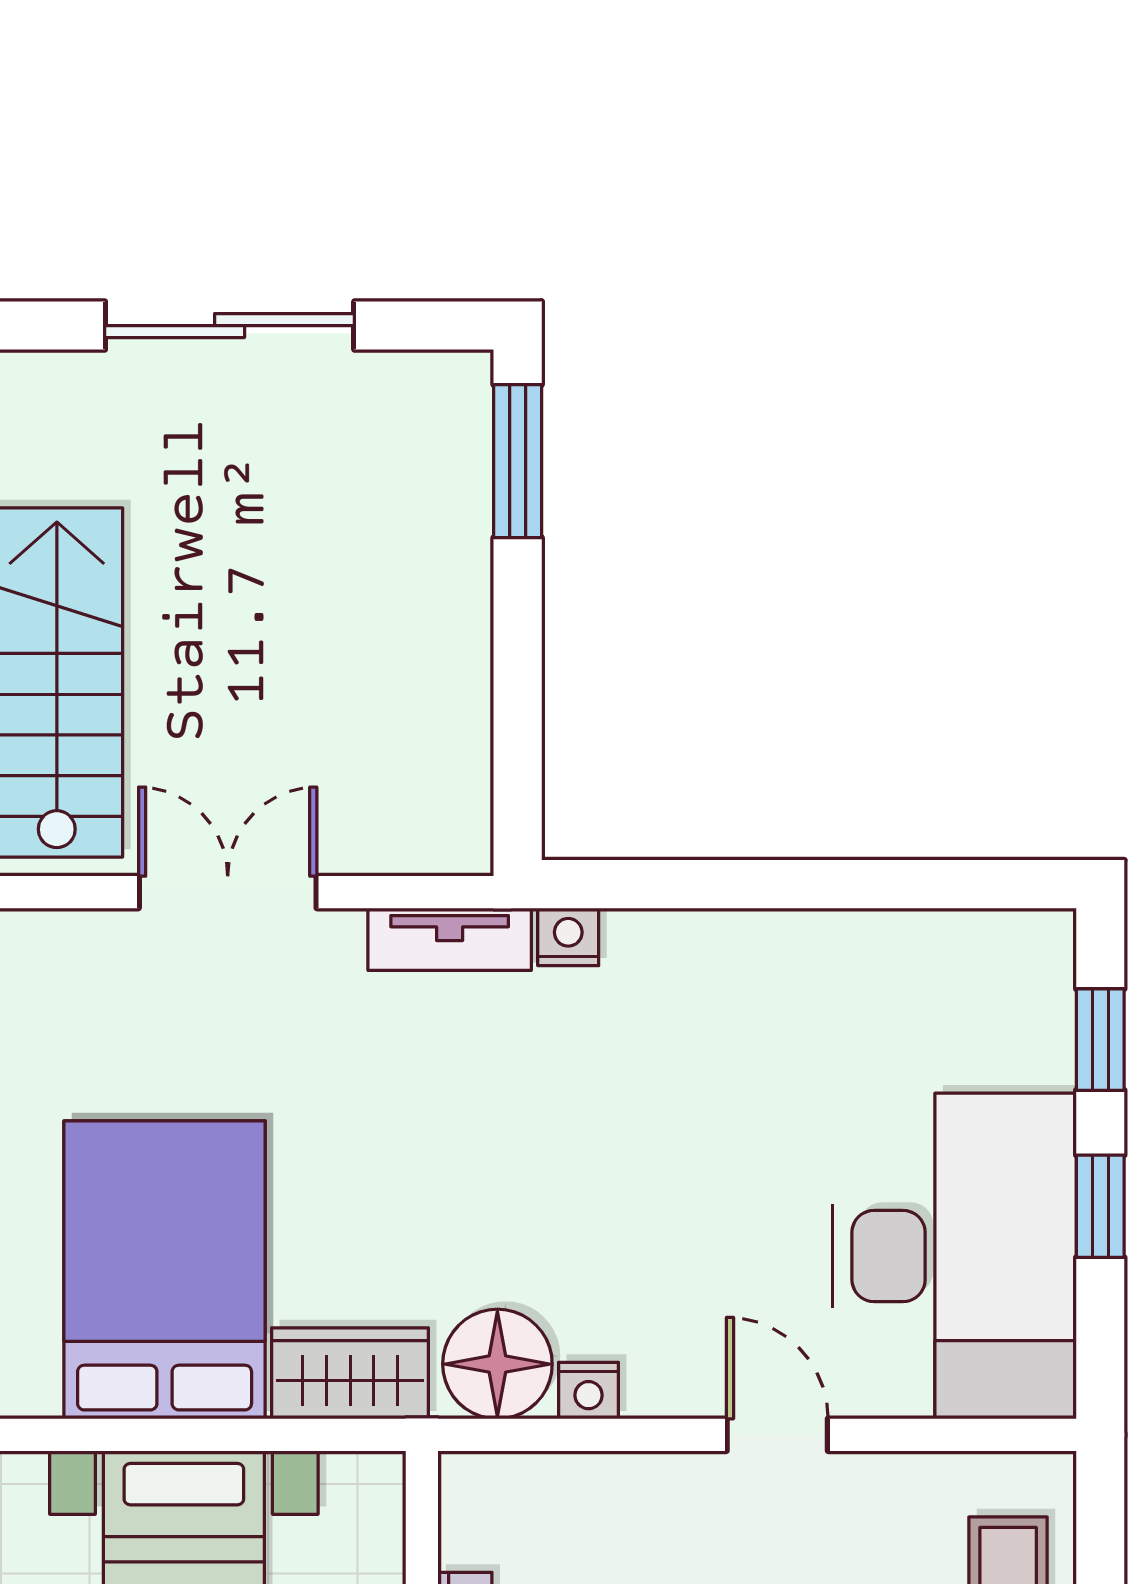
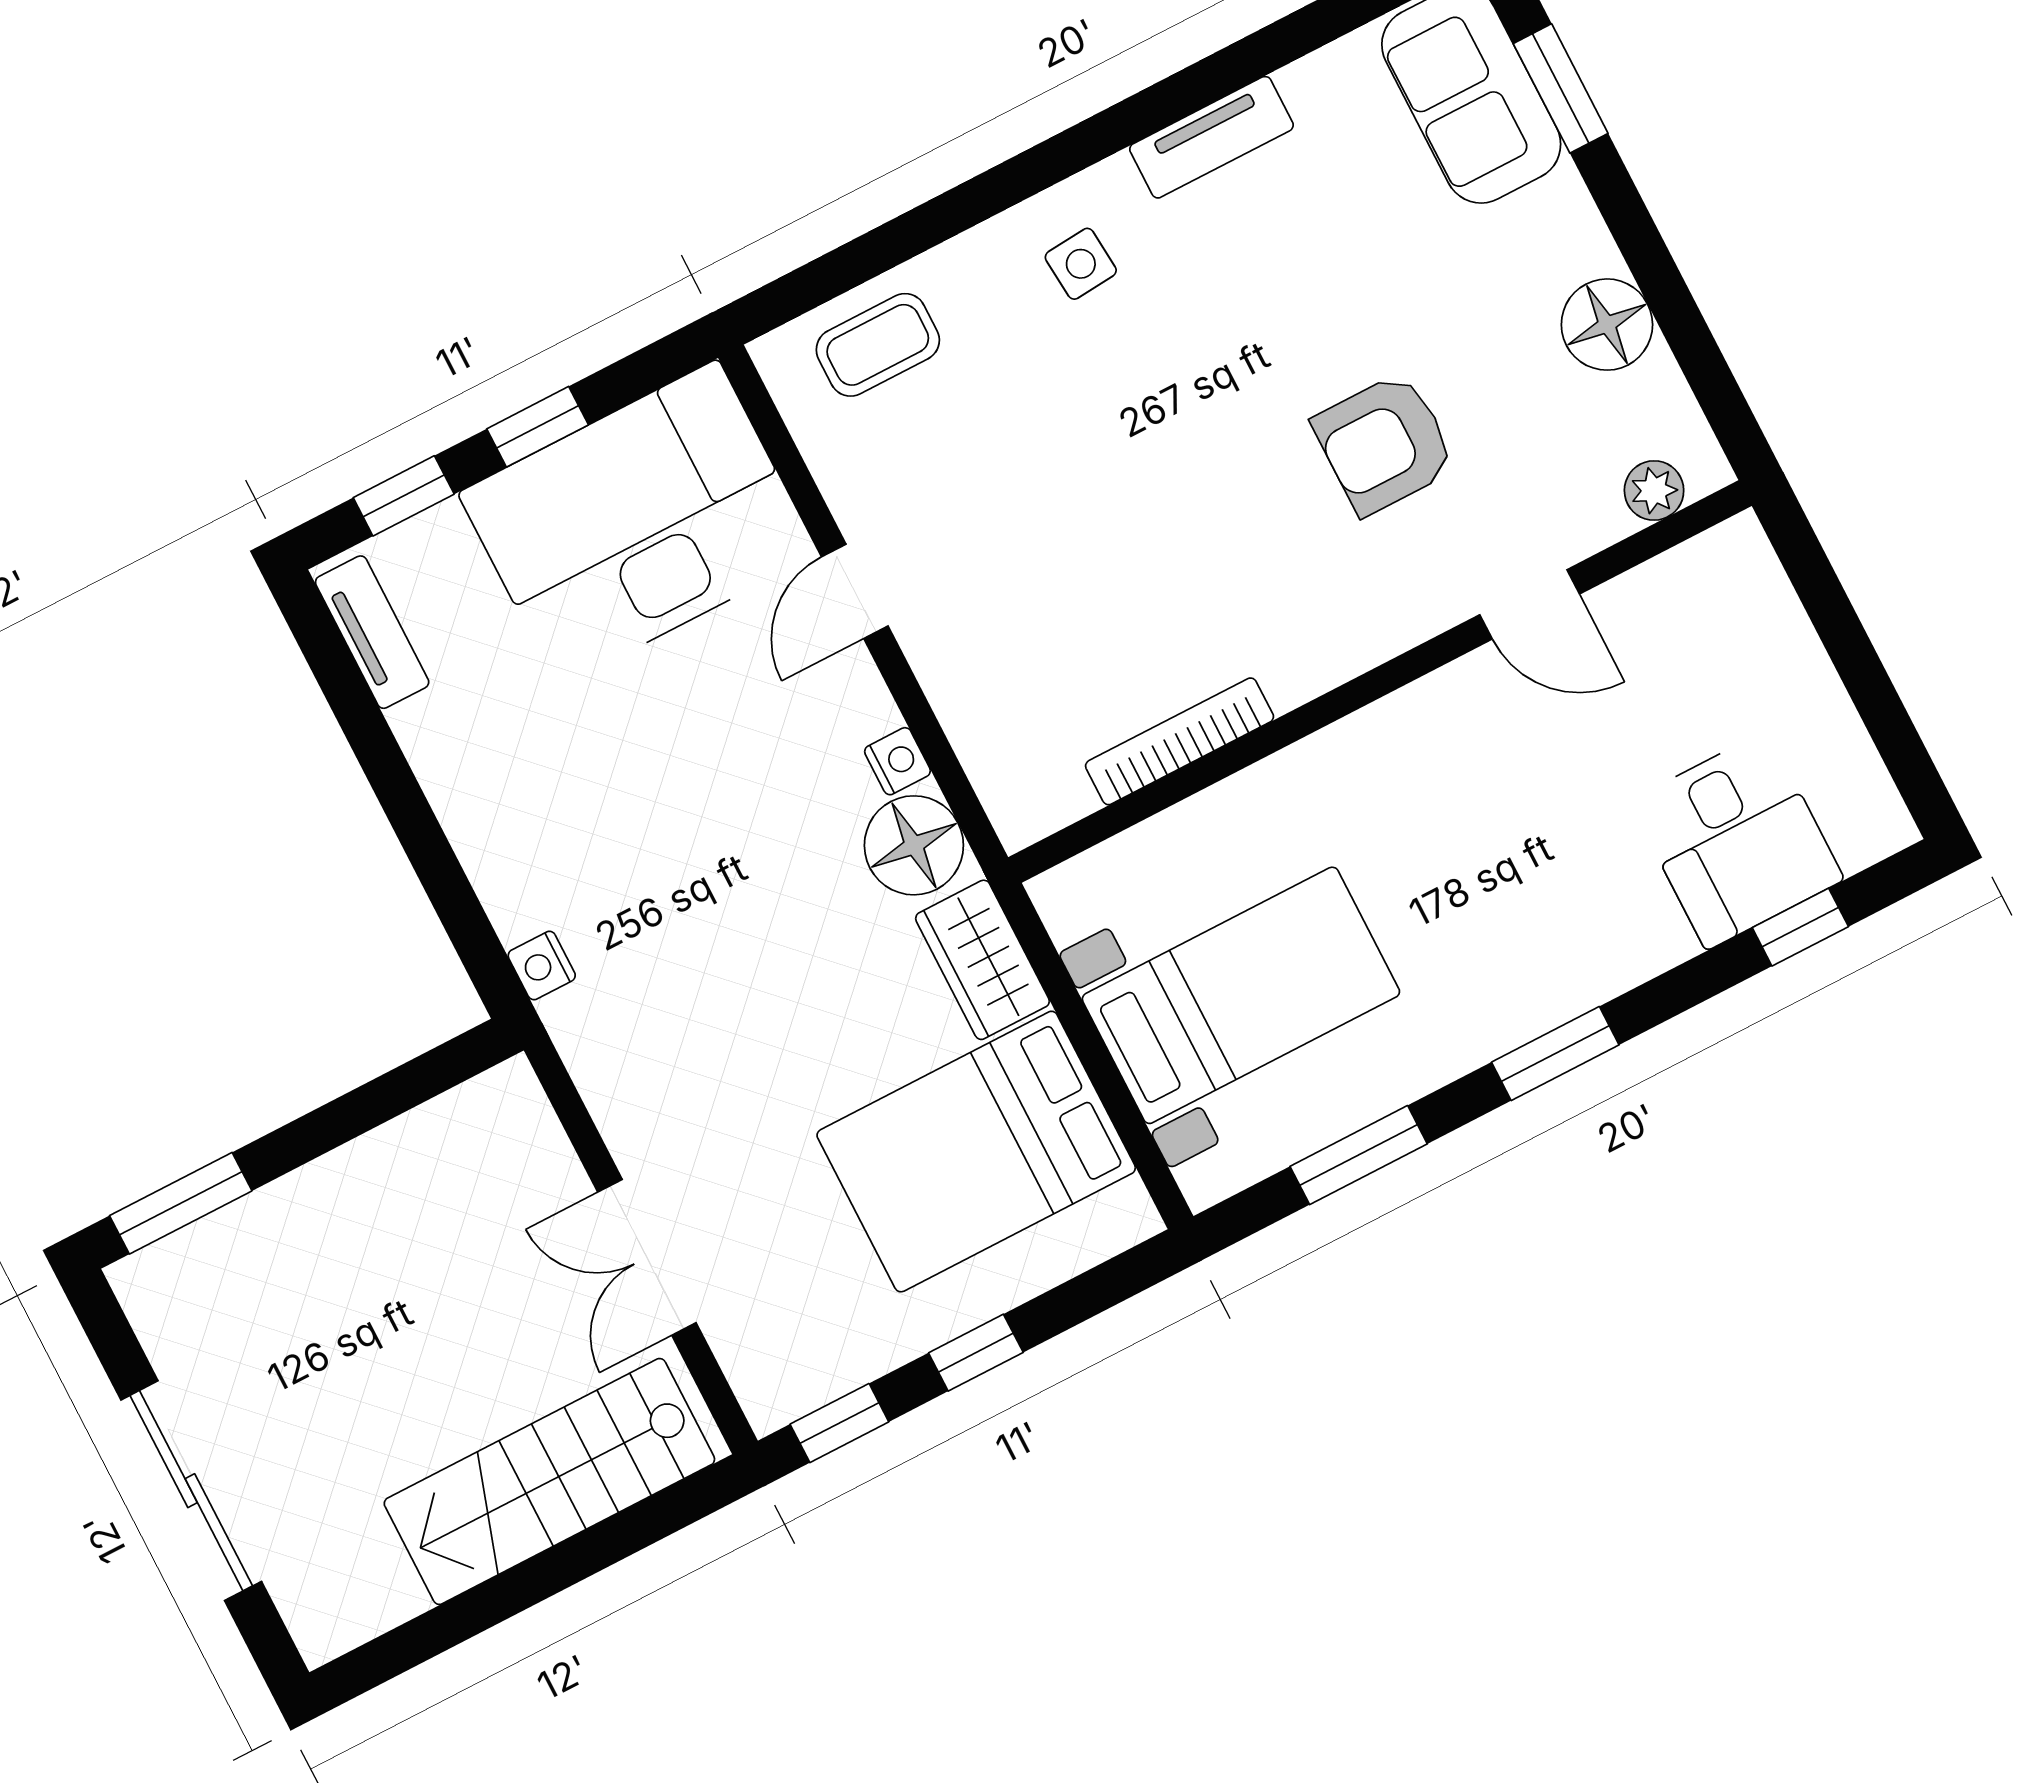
tv unit: (450, 939) -> (372, 632), moved

